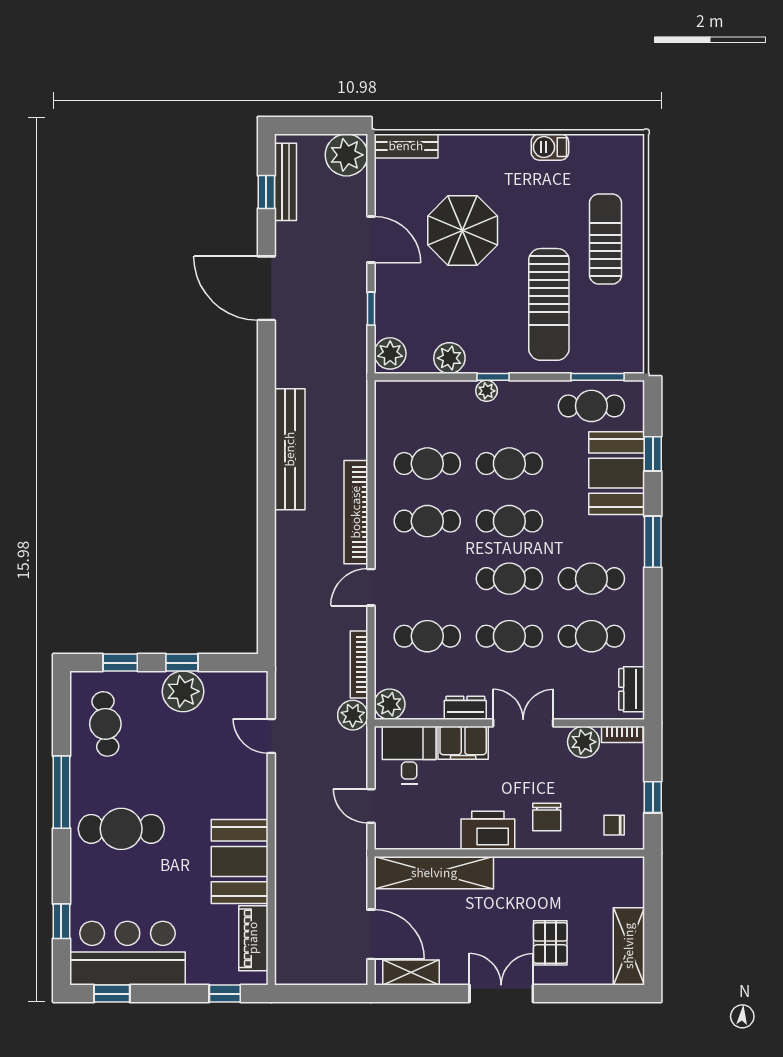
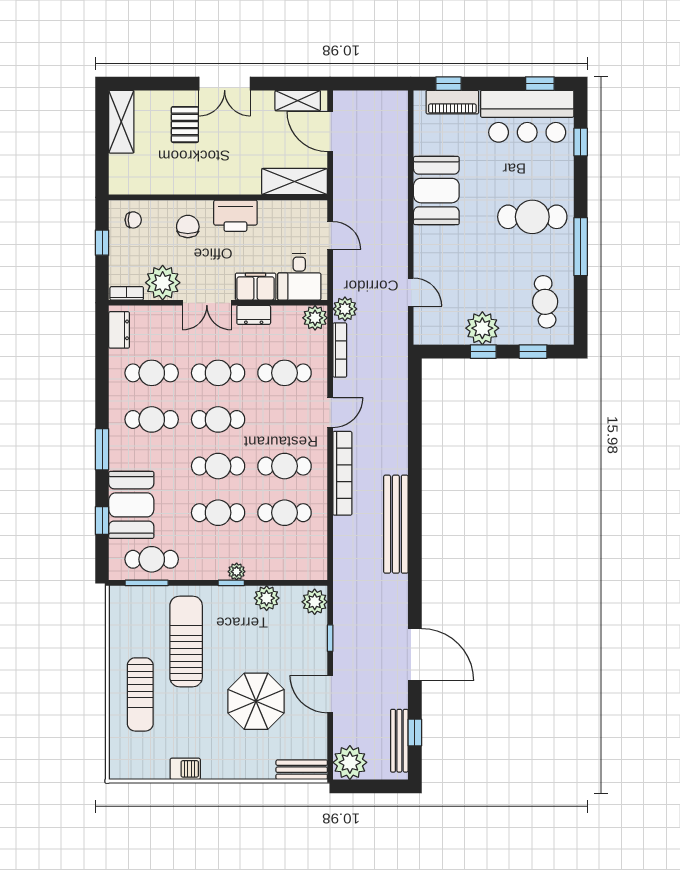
plant: (584, 742) -> (163, 283), width x1.36, depth x1.36
shelving: (434, 873) -> (295, 182), width x0.68
piano: (253, 938) -> (452, 102), moved, turned 90

